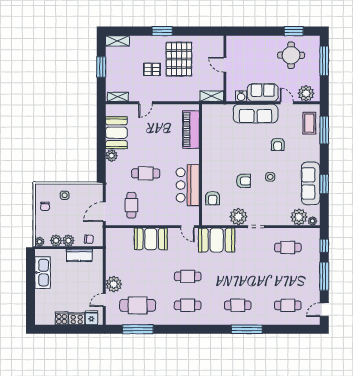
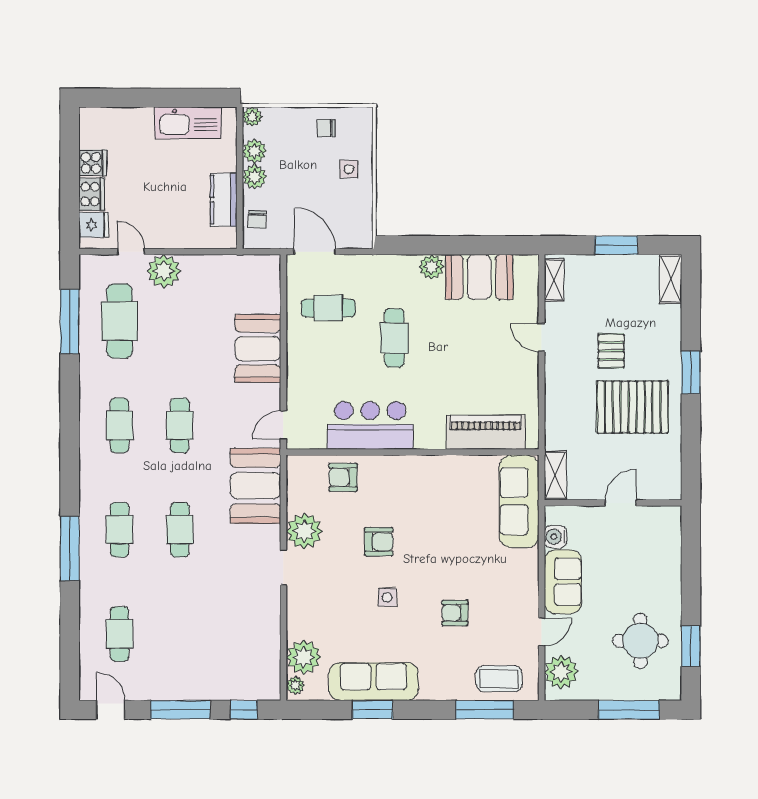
sofa: (256, 114) -> (519, 501), moved
armchair: (243, 181) -> (379, 542), turned -90
cafe table: (288, 247) -> (180, 530), moved

